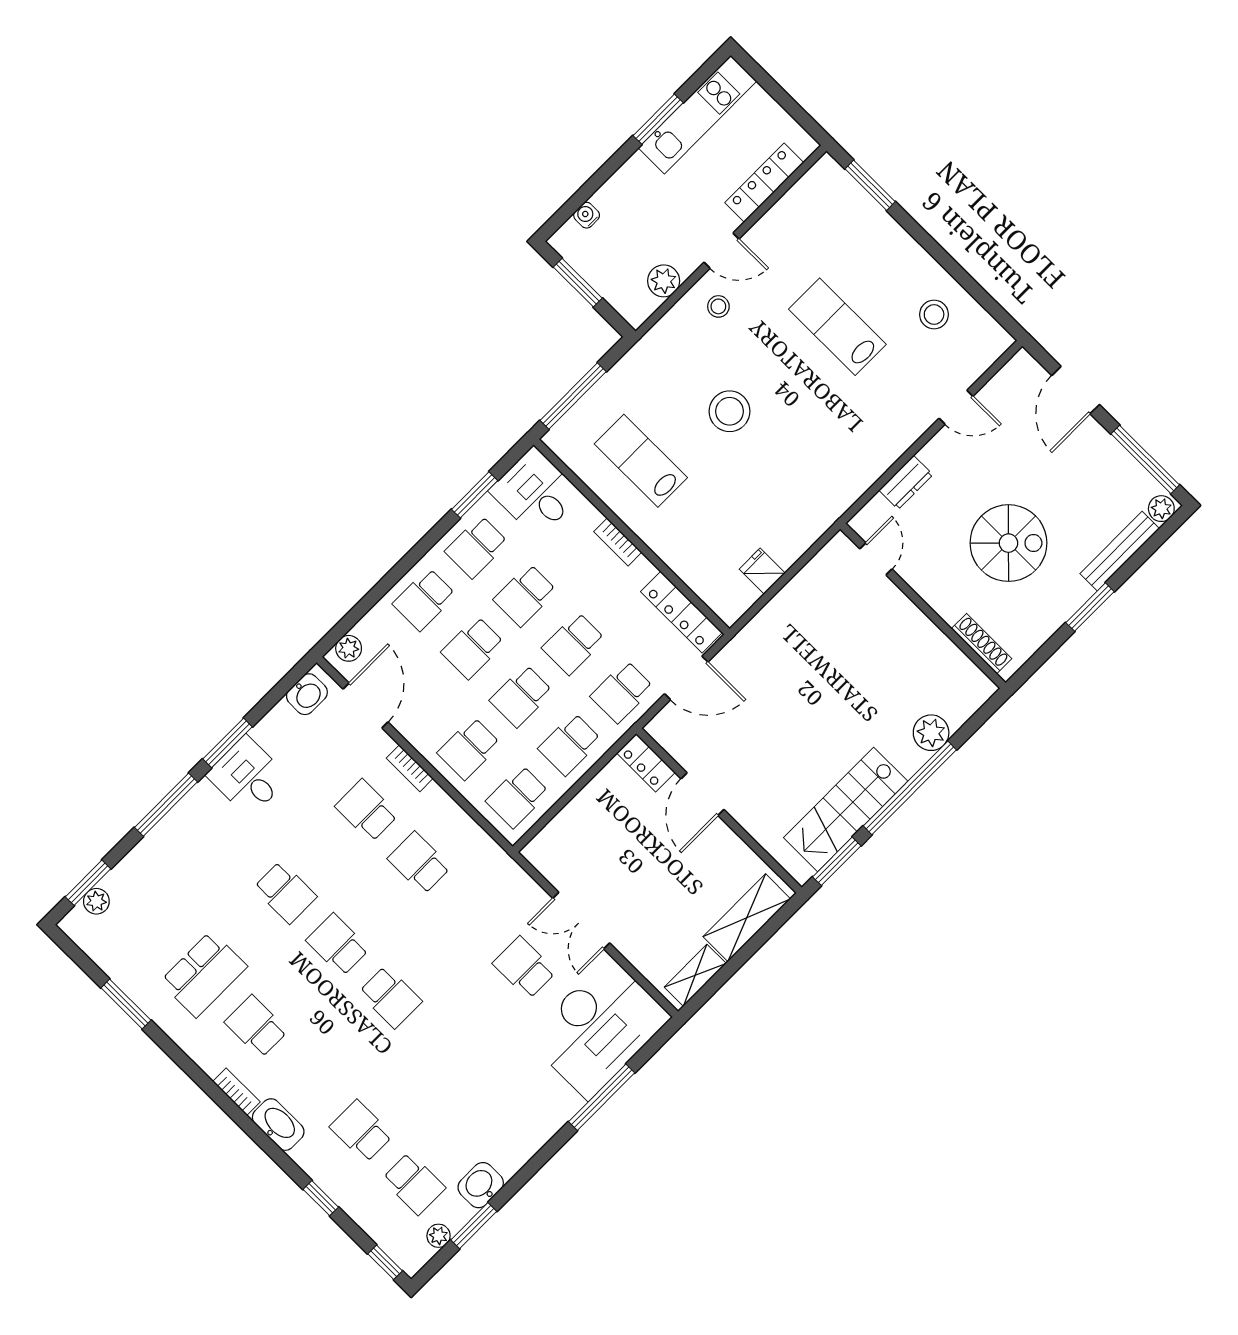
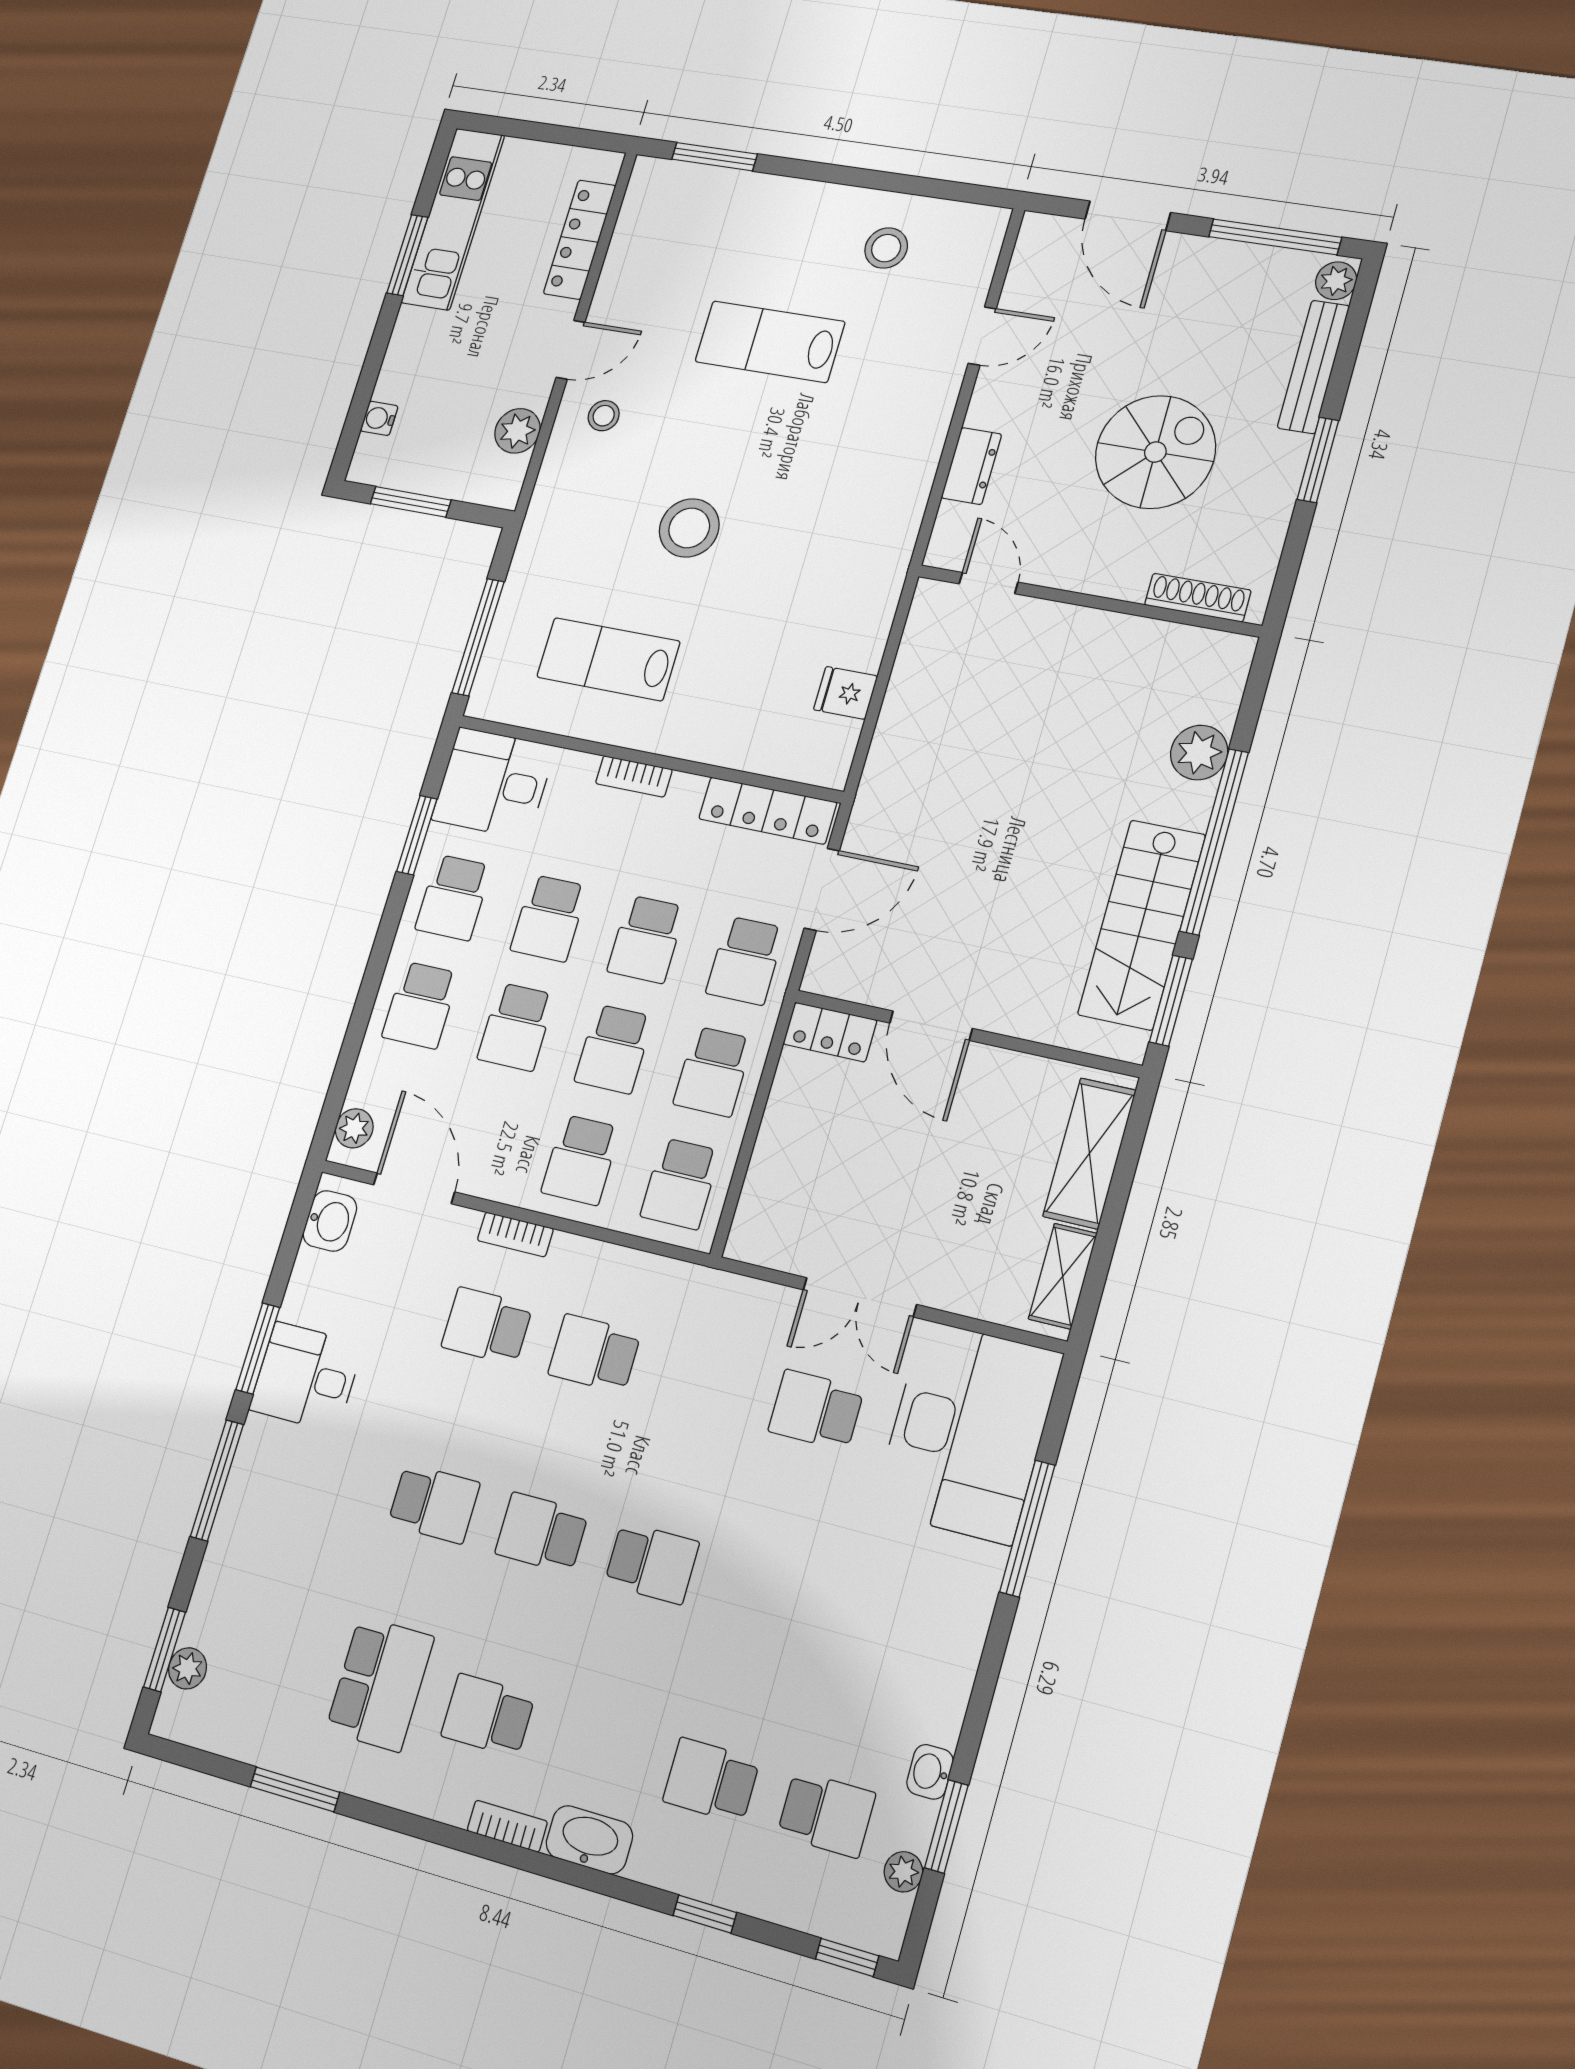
washbasin: (481, 1185) -> (930, 1772), width x0.72, depth x0.69

